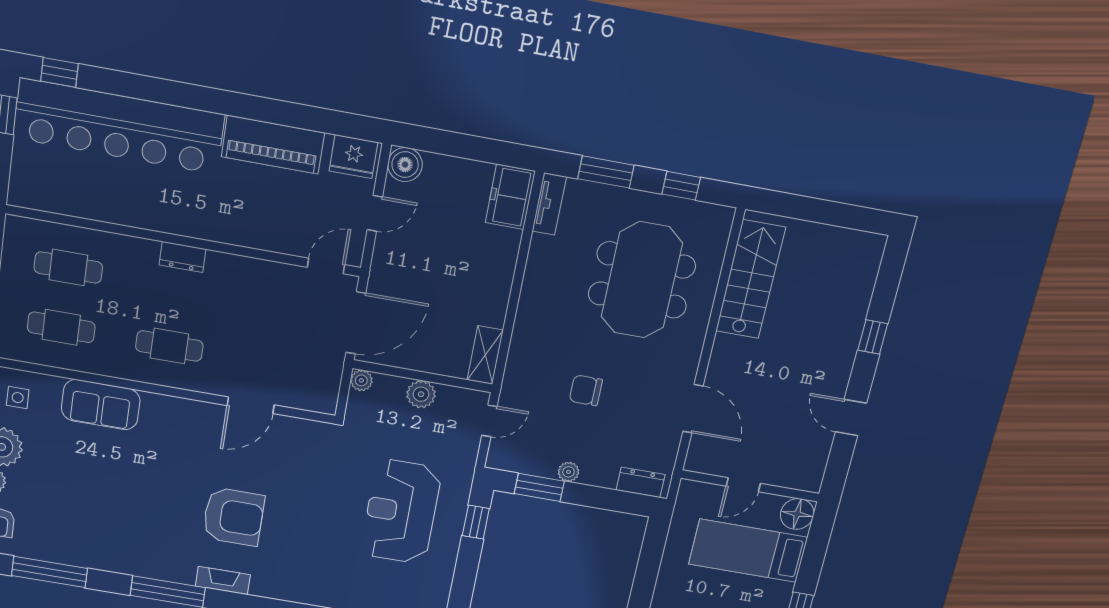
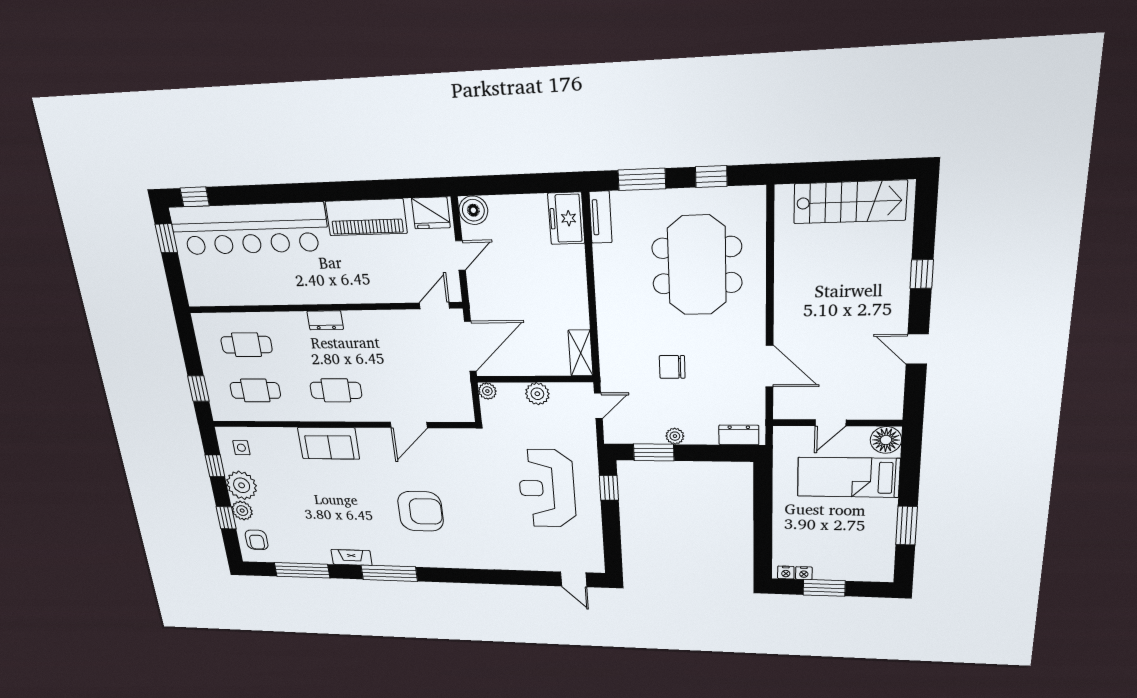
stairs: (750, 279) -> (850, 202), moved, turned 90
sofa: (101, 405) -> (329, 443), moved
fireplace: (223, 580) -> (352, 557), moved

